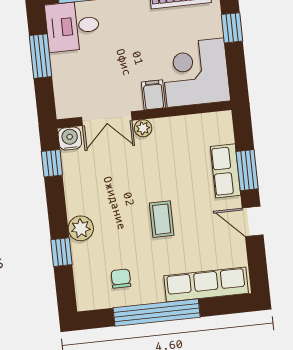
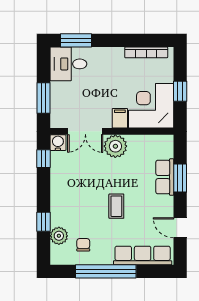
window: (232, 28) -> (180, 91), moved
window: (41, 56) -> (44, 98), moved
plant: (143, 128) -> (115, 146), width x1.87, depth x1.87
door: (253, 221) -> (180, 228), moved
plant: (81, 228) -> (59, 236), moved

